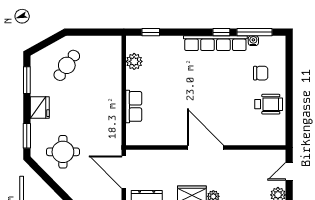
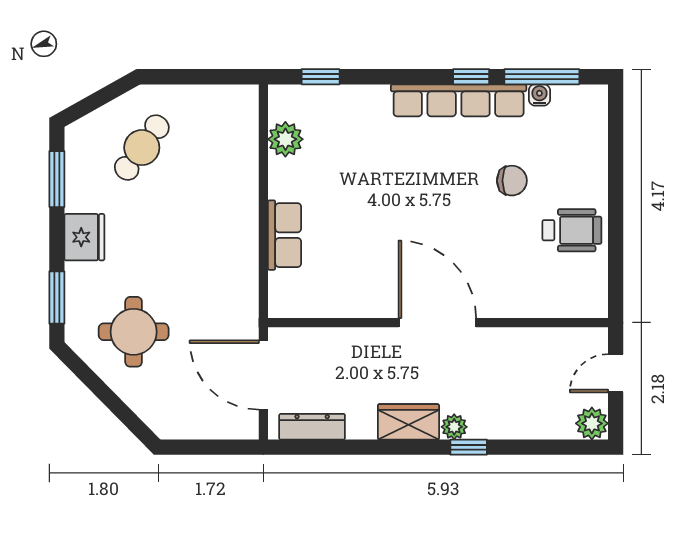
chair: (261, 73) -> (512, 181), moved

